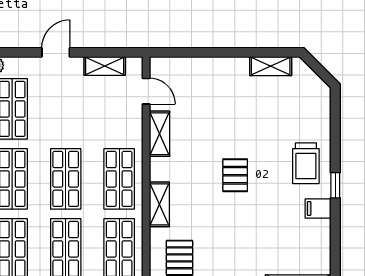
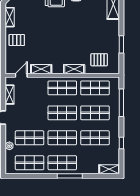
pallet: (235, 175) -> (17, 40), moved

